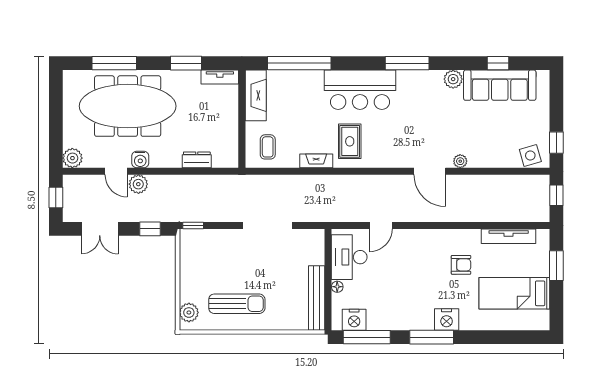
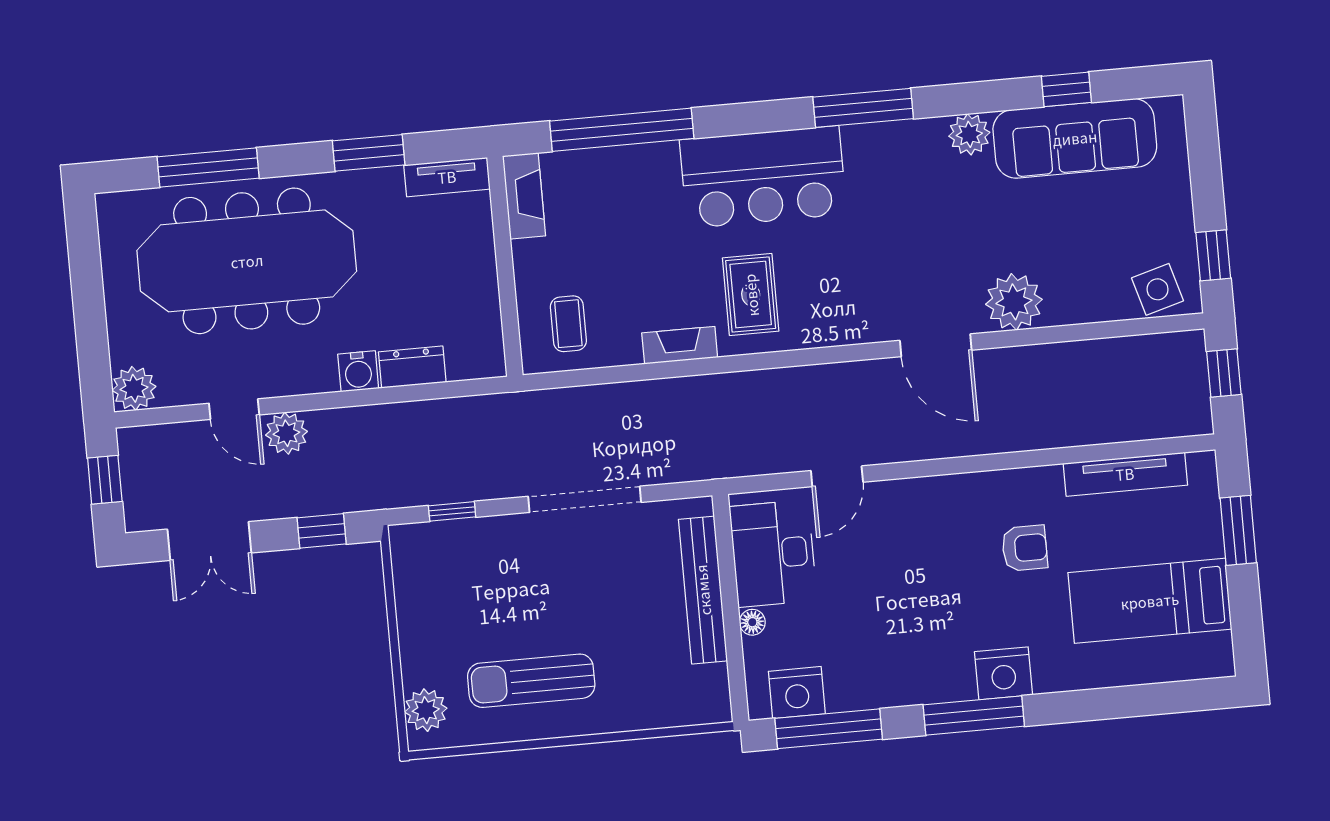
fireplace: (256, 95) -> (524, 196), width x0.73, depth x0.76
water cooler: (140, 160) -> (358, 371), moved
plant: (460, 161) -> (1014, 302), width x1.87, depth x1.87
window: (193, 225) -> (452, 511), moved
bench: (317, 298) -> (703, 590), moved
sun lounger: (237, 304) -> (531, 681), turned 180

